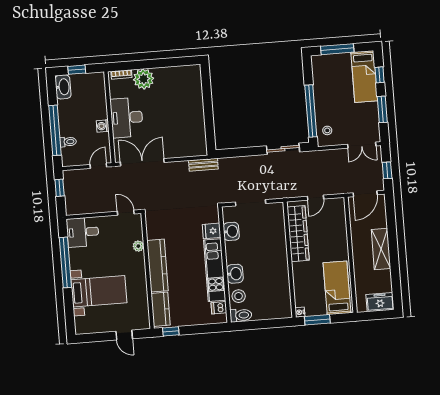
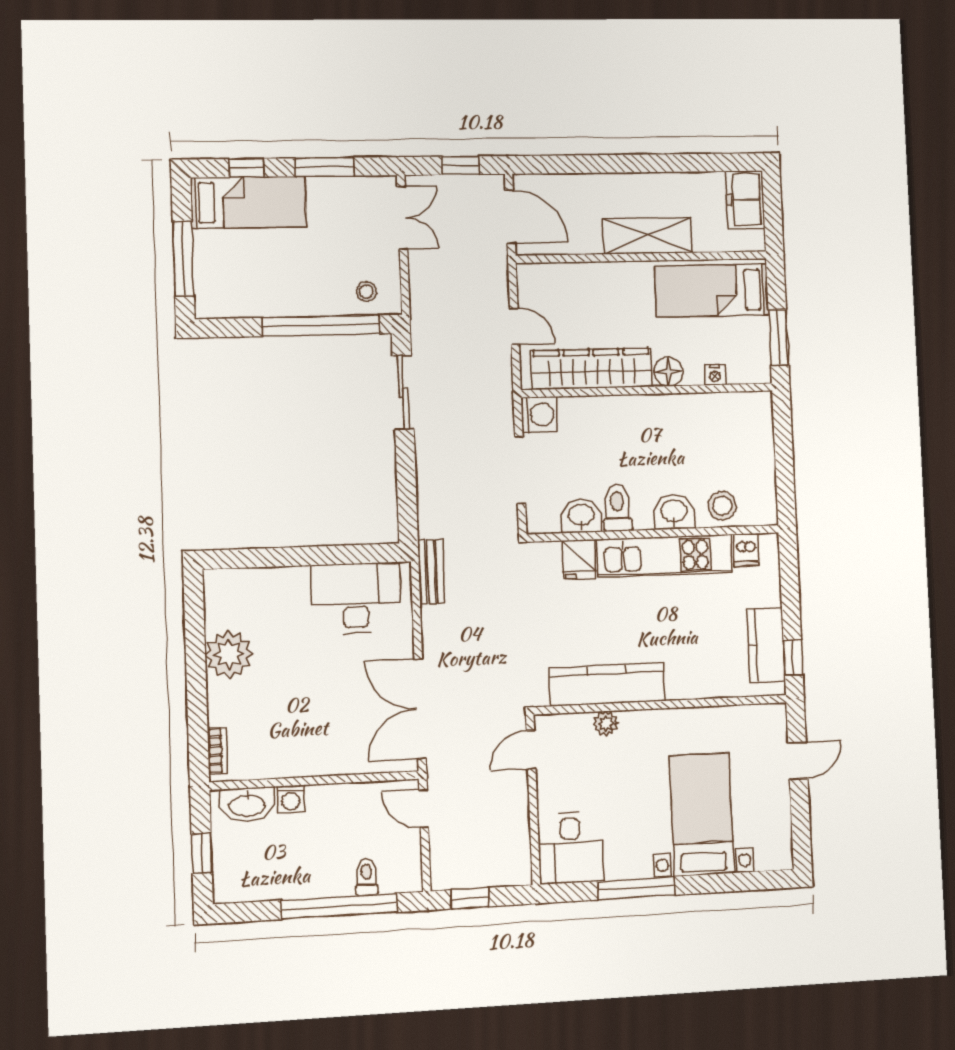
plant: (144, 79) -> (229, 654), moved
washbasin: (63, 87) -> (247, 805), moved, turned 180
desk: (127, 118) -> (356, 598), moved, turned 180
washing machine: (103, 126) -> (291, 799), moved
washing machine: (276, 210) -> (539, 415), added
shelving: (381, 249) -> (648, 236), moved
window: (65, 262) -> (636, 888), width x0.68
kitchen counter: (157, 266) -> (607, 684), moved
floor lamp: (299, 269) -> (668, 372), added
kitchen counter: (161, 309) -> (766, 645), moved, turned -90
nightstand: (300, 312) -> (715, 375), moved
toilet: (241, 315) -> (617, 508), moved

